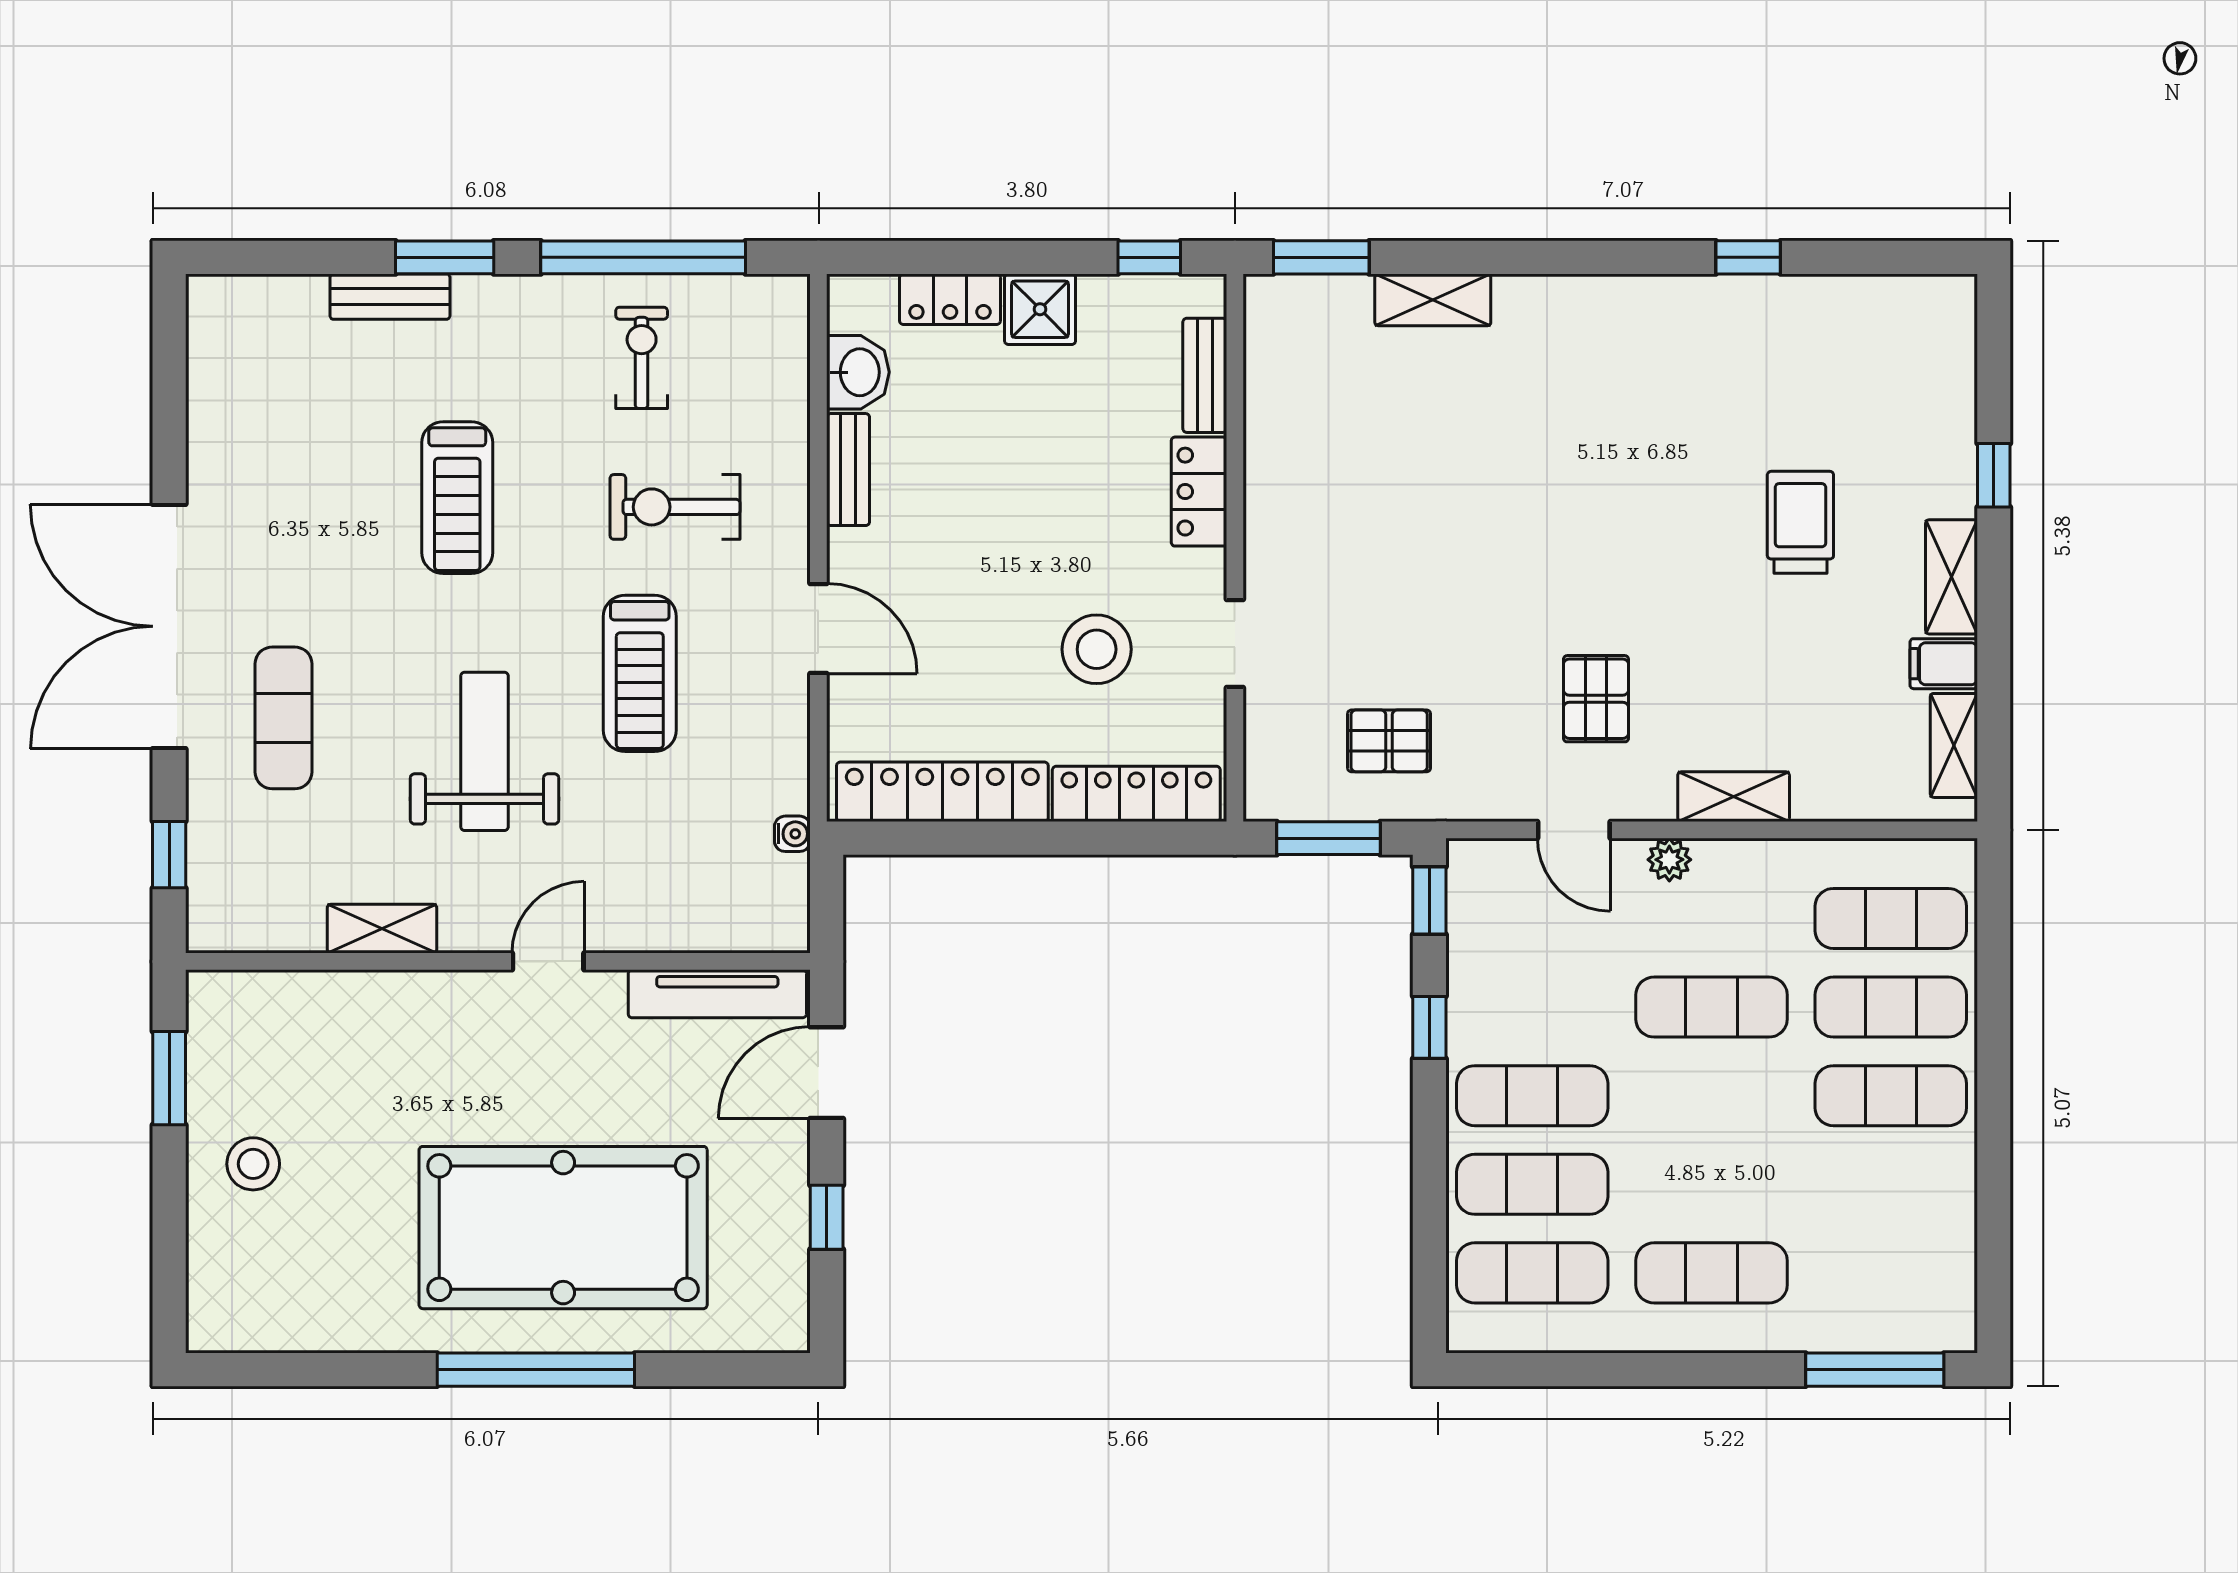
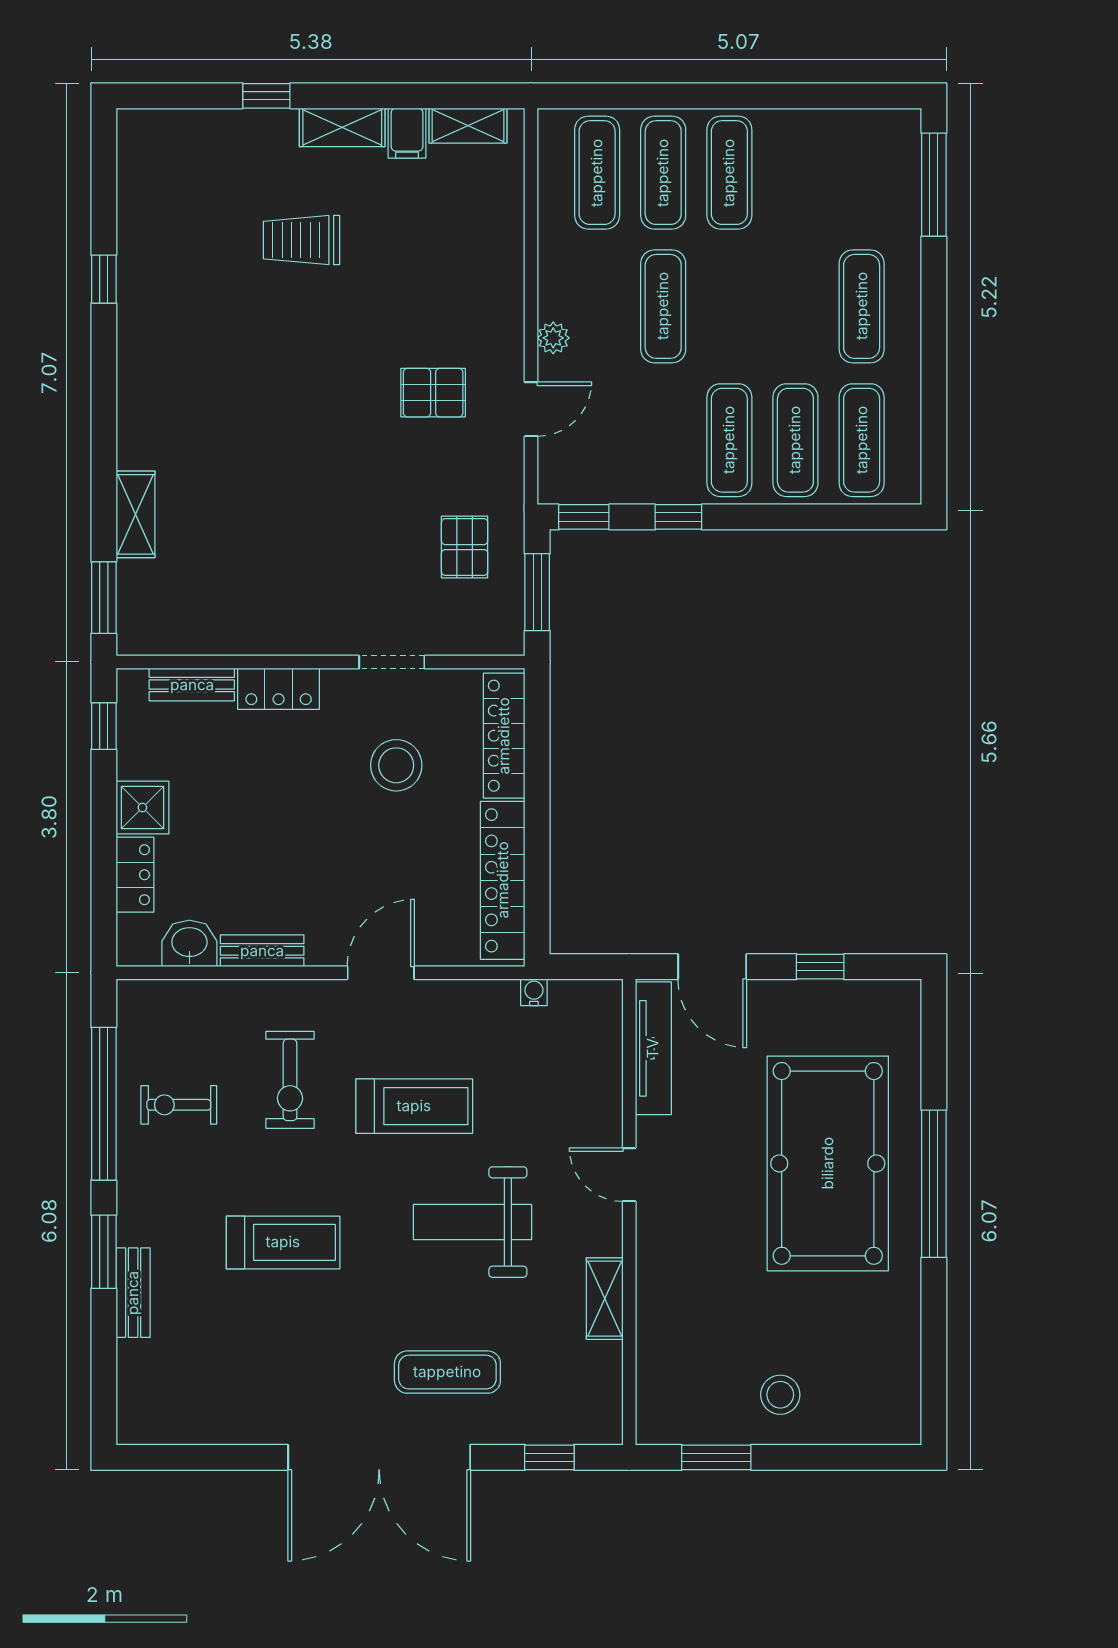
shelving: (1734, 797) -> (506, 290), removed

